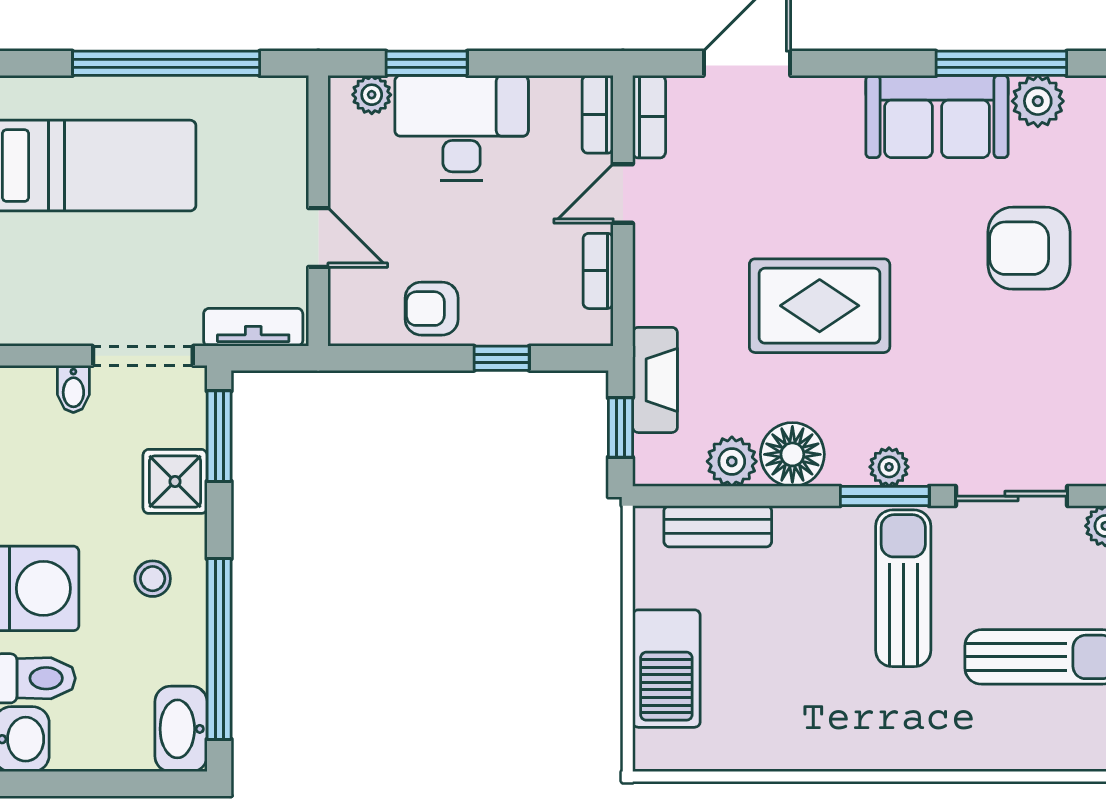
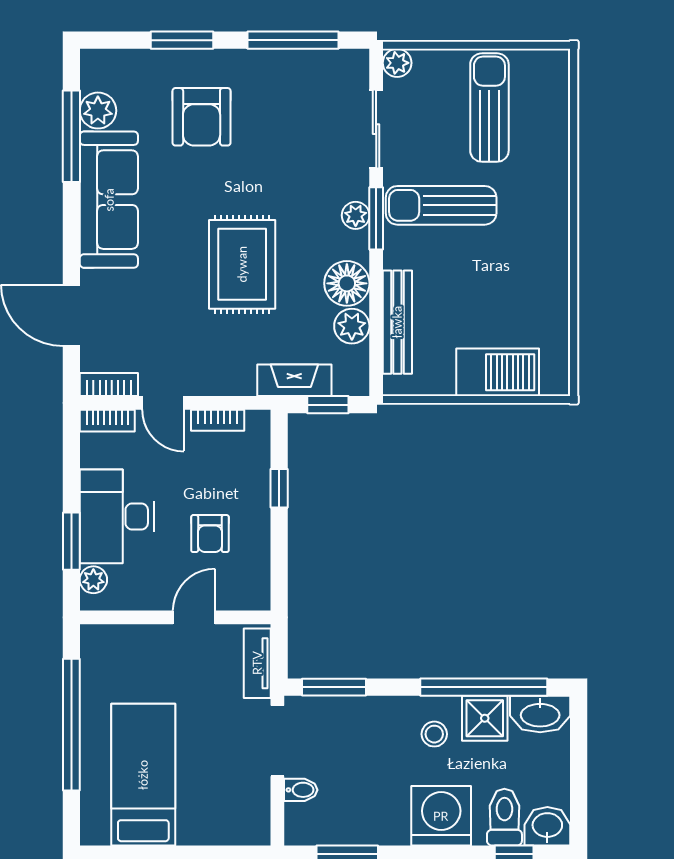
sofa: (937, 117) -> (109, 200), width x1.36
armchair: (432, 309) -> (210, 534), moved
shower: (175, 481) -> (485, 718), moved
bench: (718, 526) -> (397, 322), width x1.36

